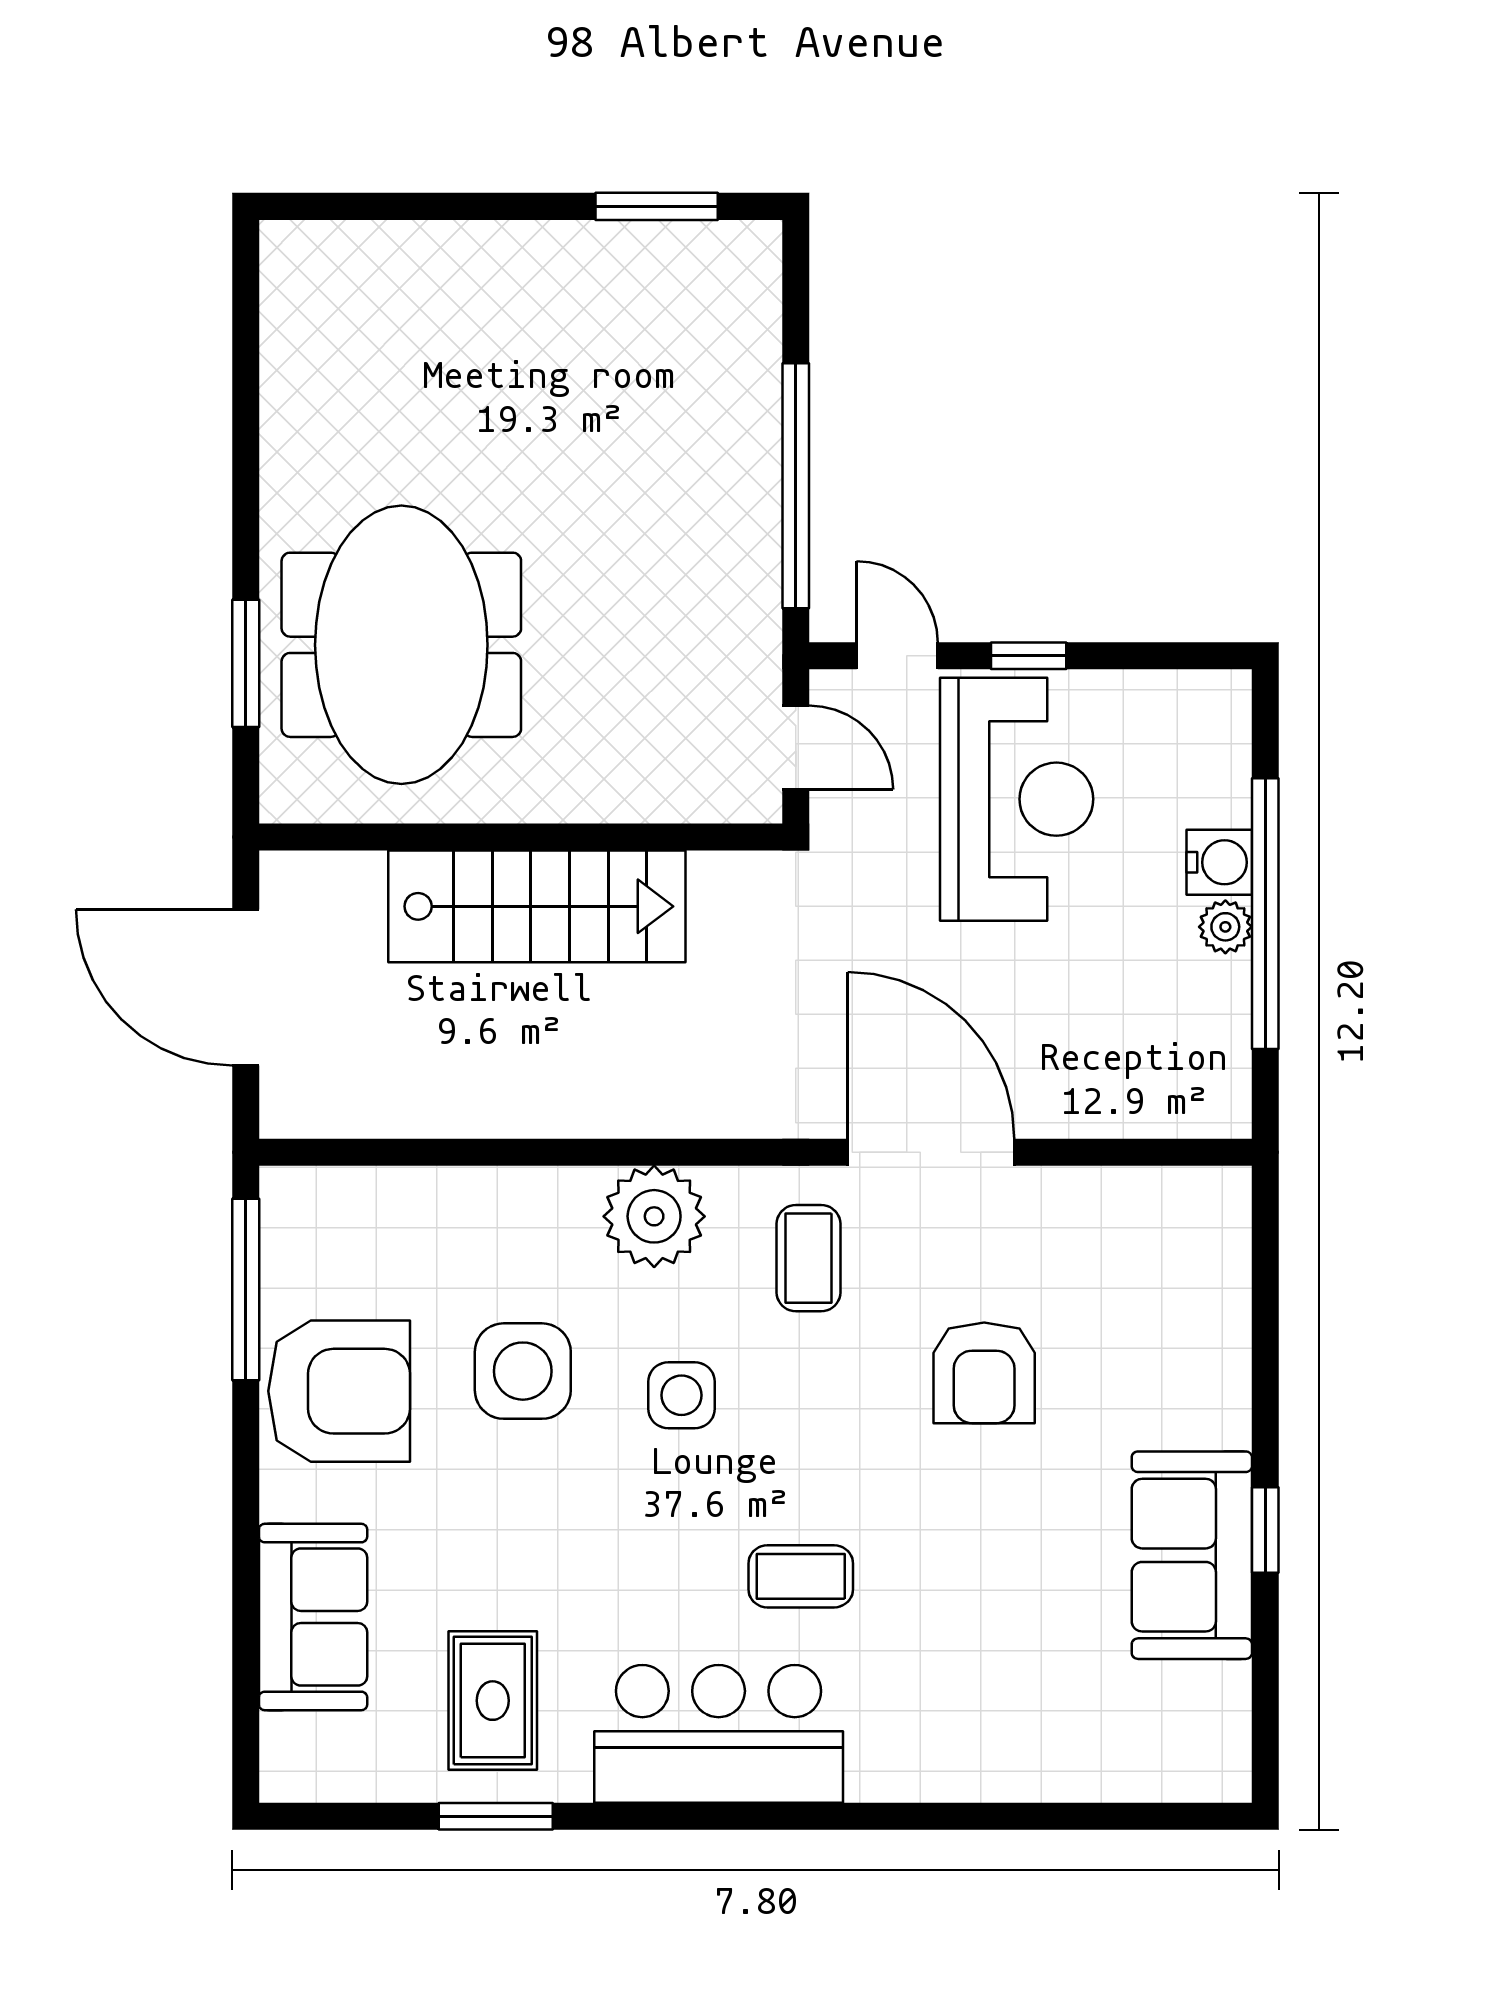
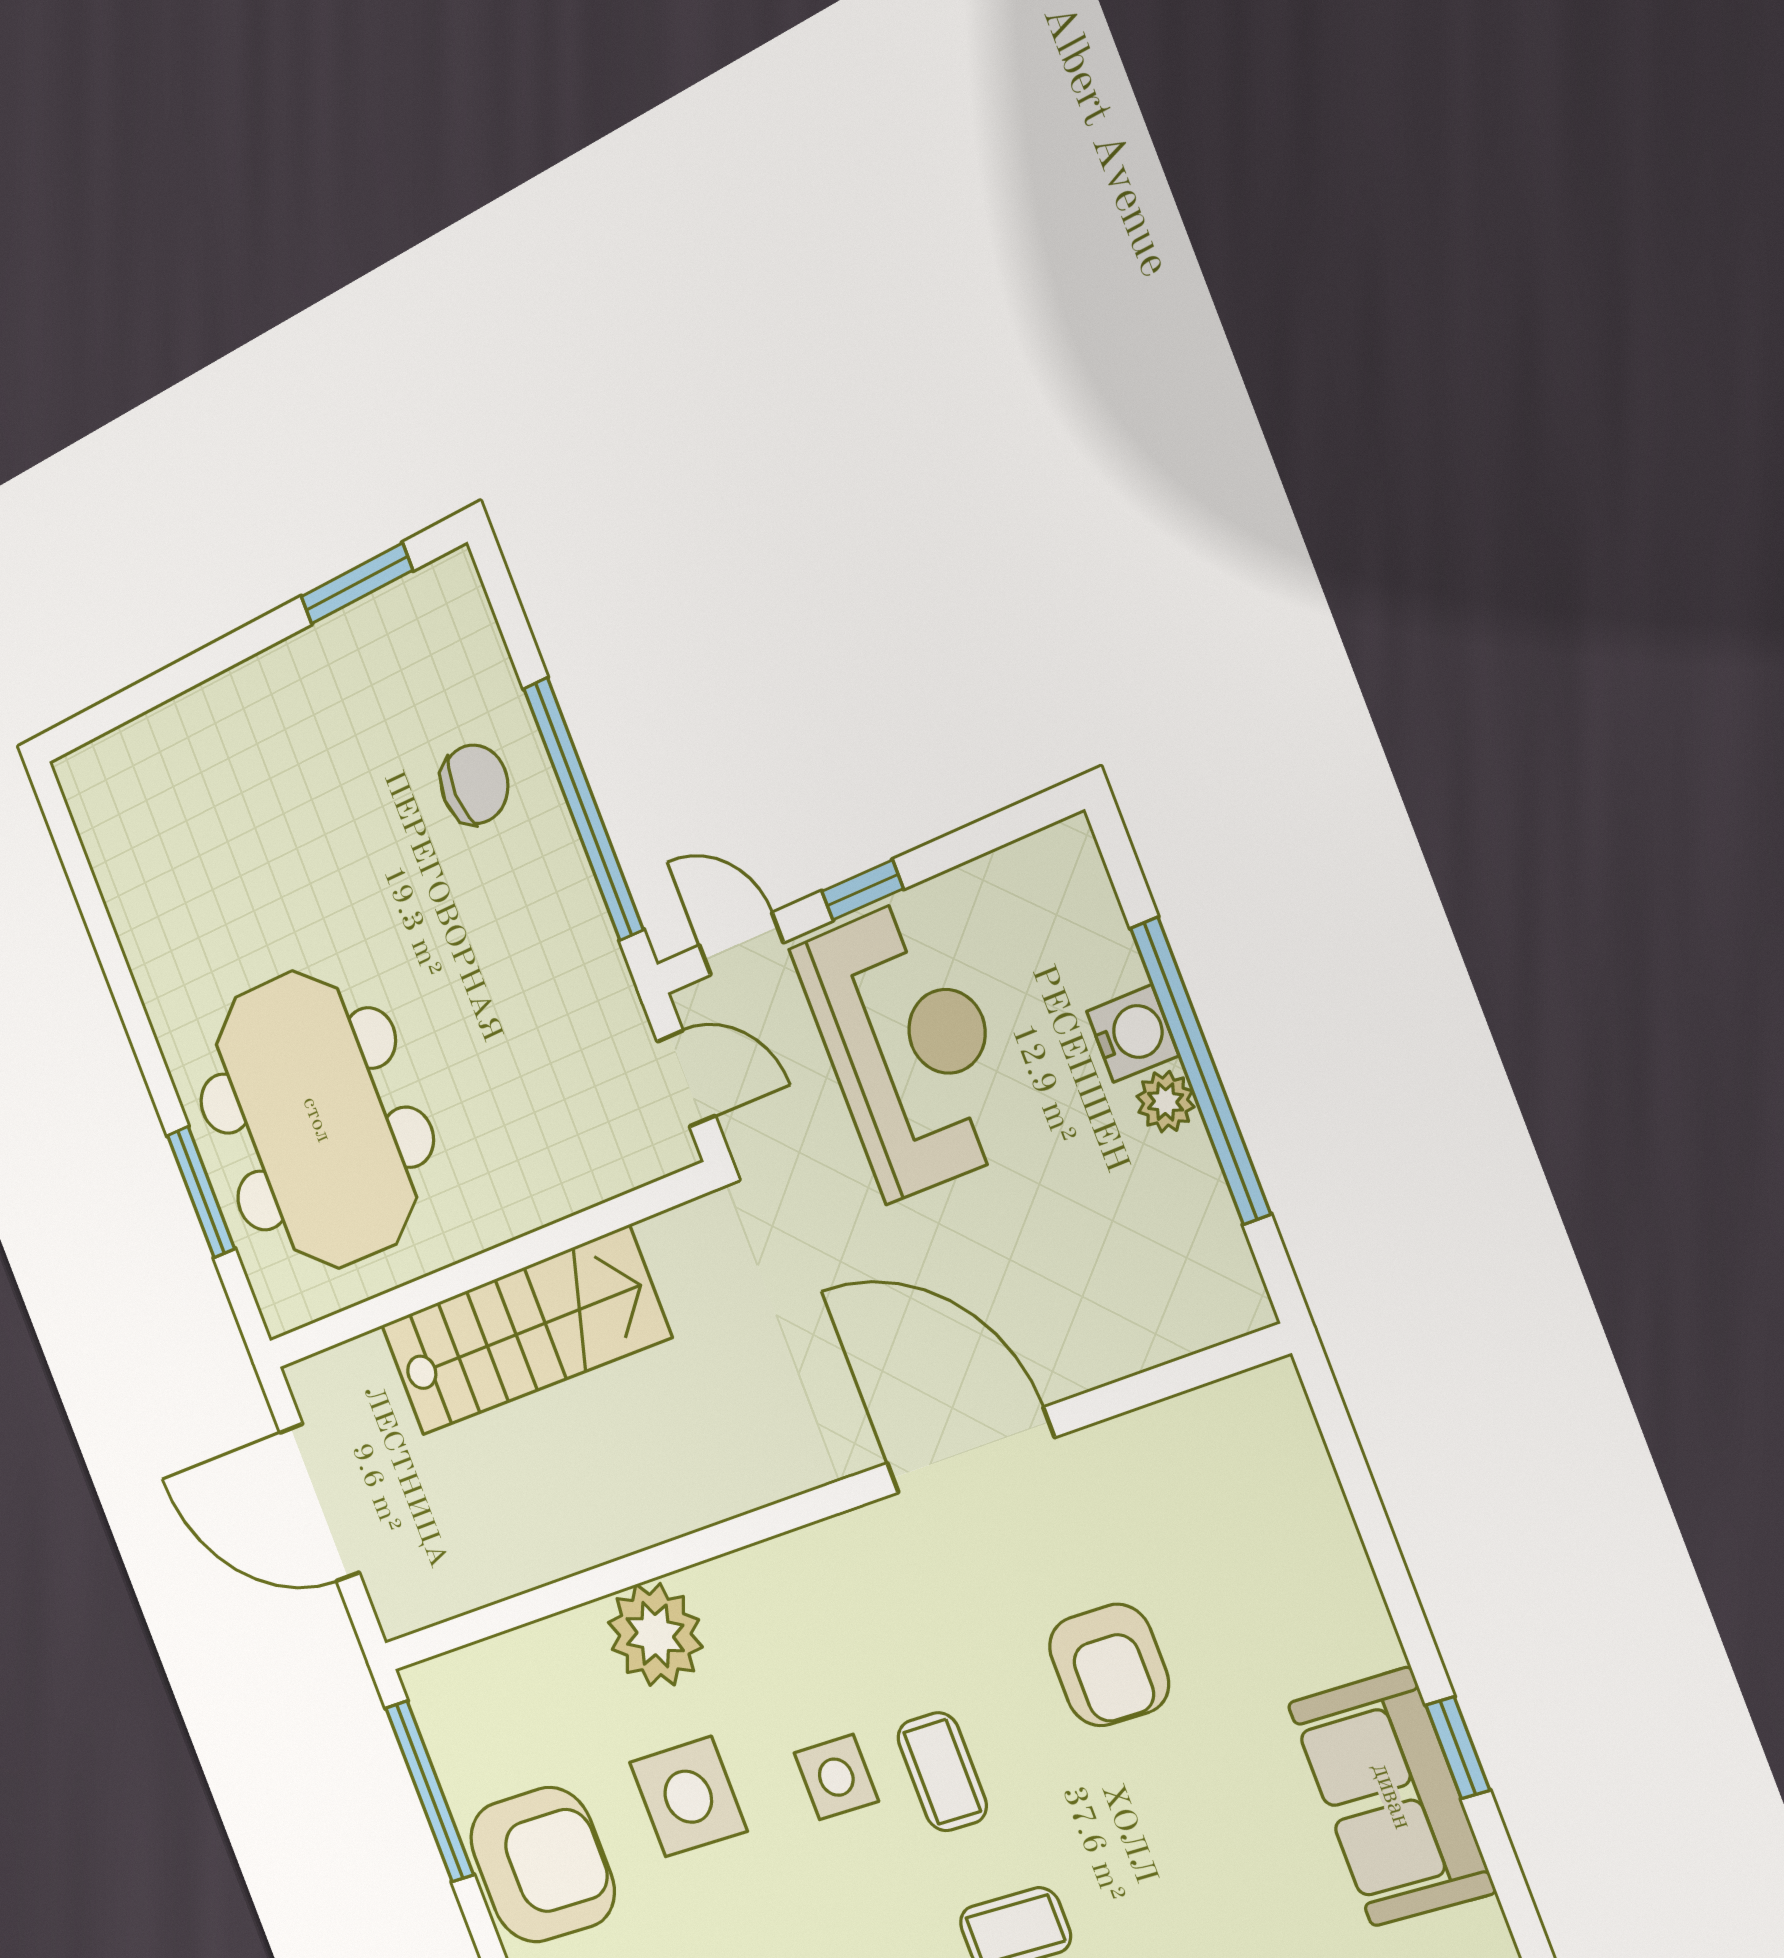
chair: (698, 422) -> (474, 784), added
plant: (654, 1216) -> (655, 1635), moved
coffee table: (808, 1258) -> (942, 1772), moved

